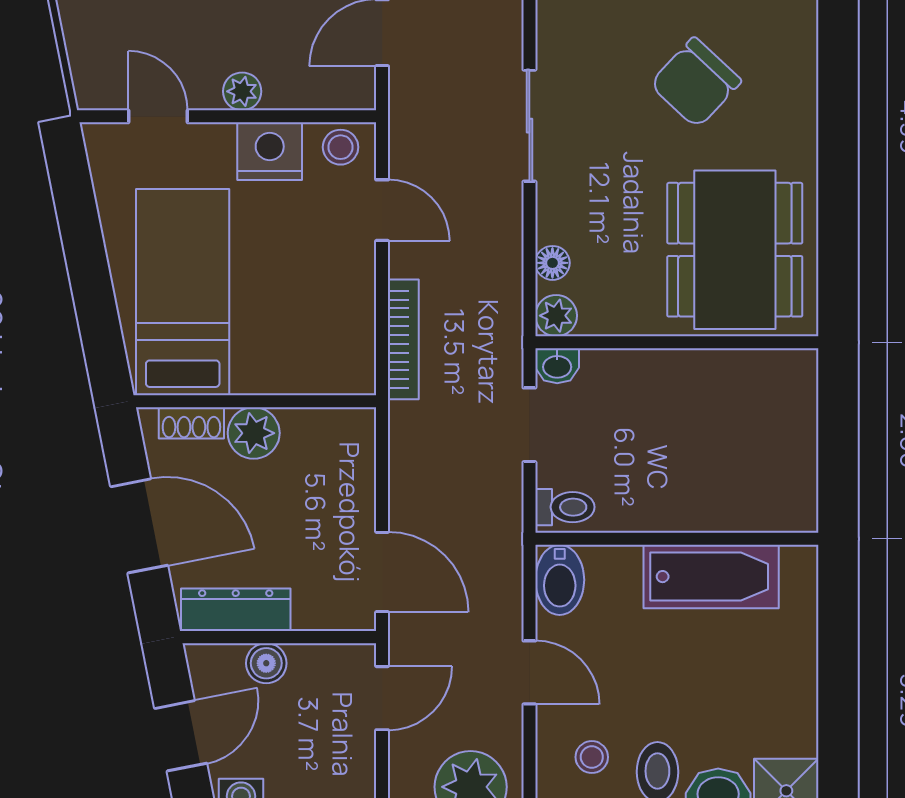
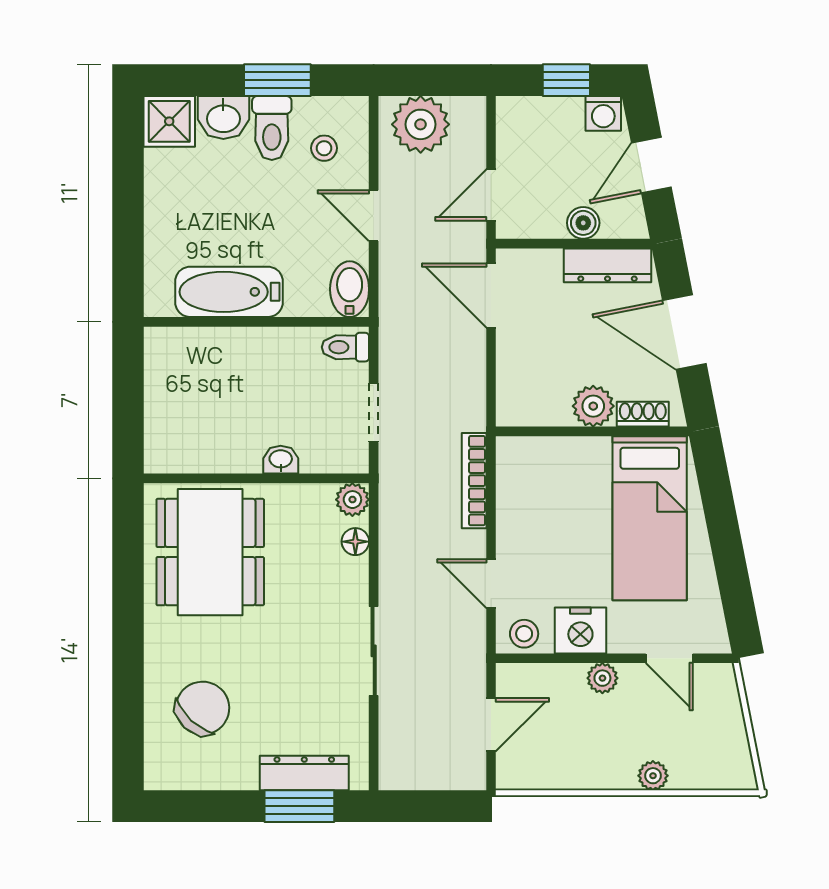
chair: (696, 83) -> (203, 708), moved
washbasin: (557, 366) -> (281, 460), moved

